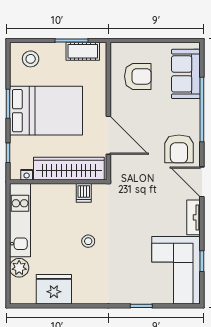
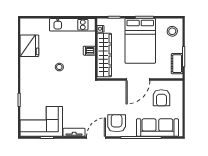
sofa: (186, 74) -> (157, 128), width x1.36
door: (108, 135) -> (138, 80), moved
armchair: (179, 149) -> (117, 123), turned 90
dishwasher: (84, 193) -> (89, 51), moved
plant: (19, 268) -> (43, 24), removed

